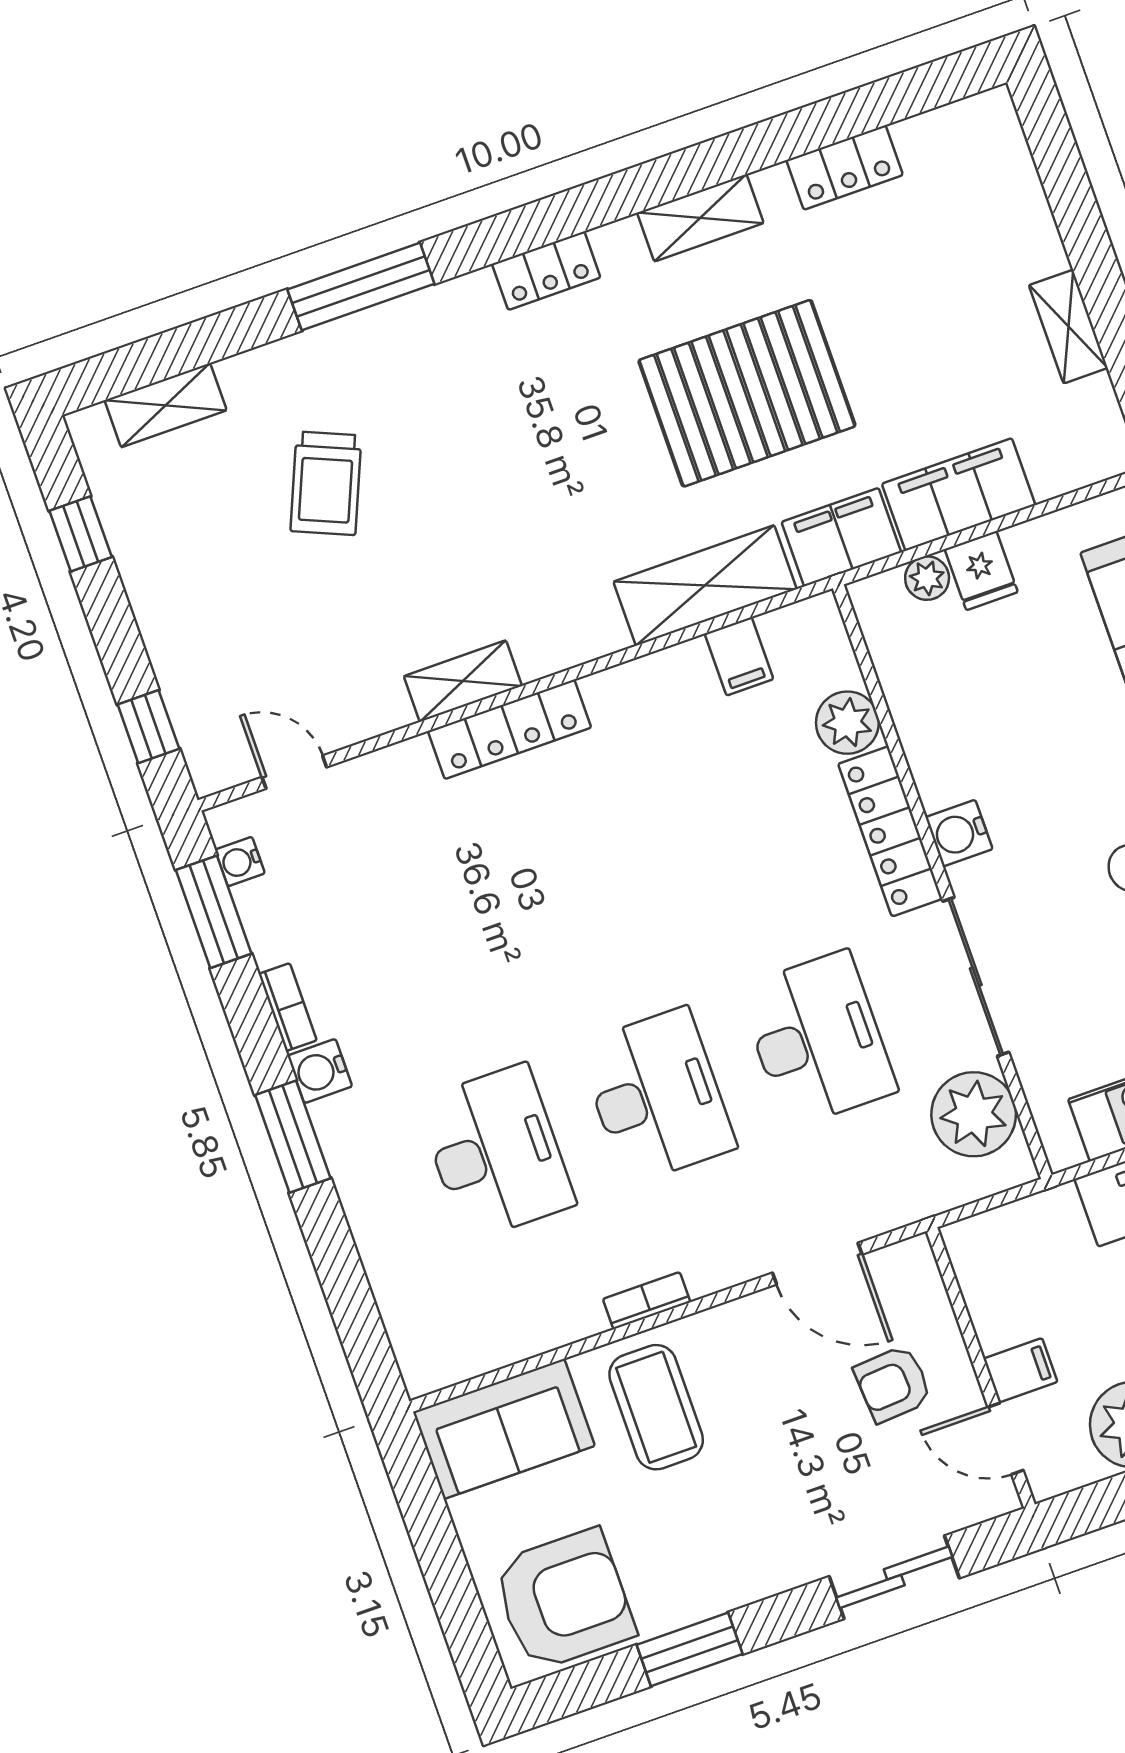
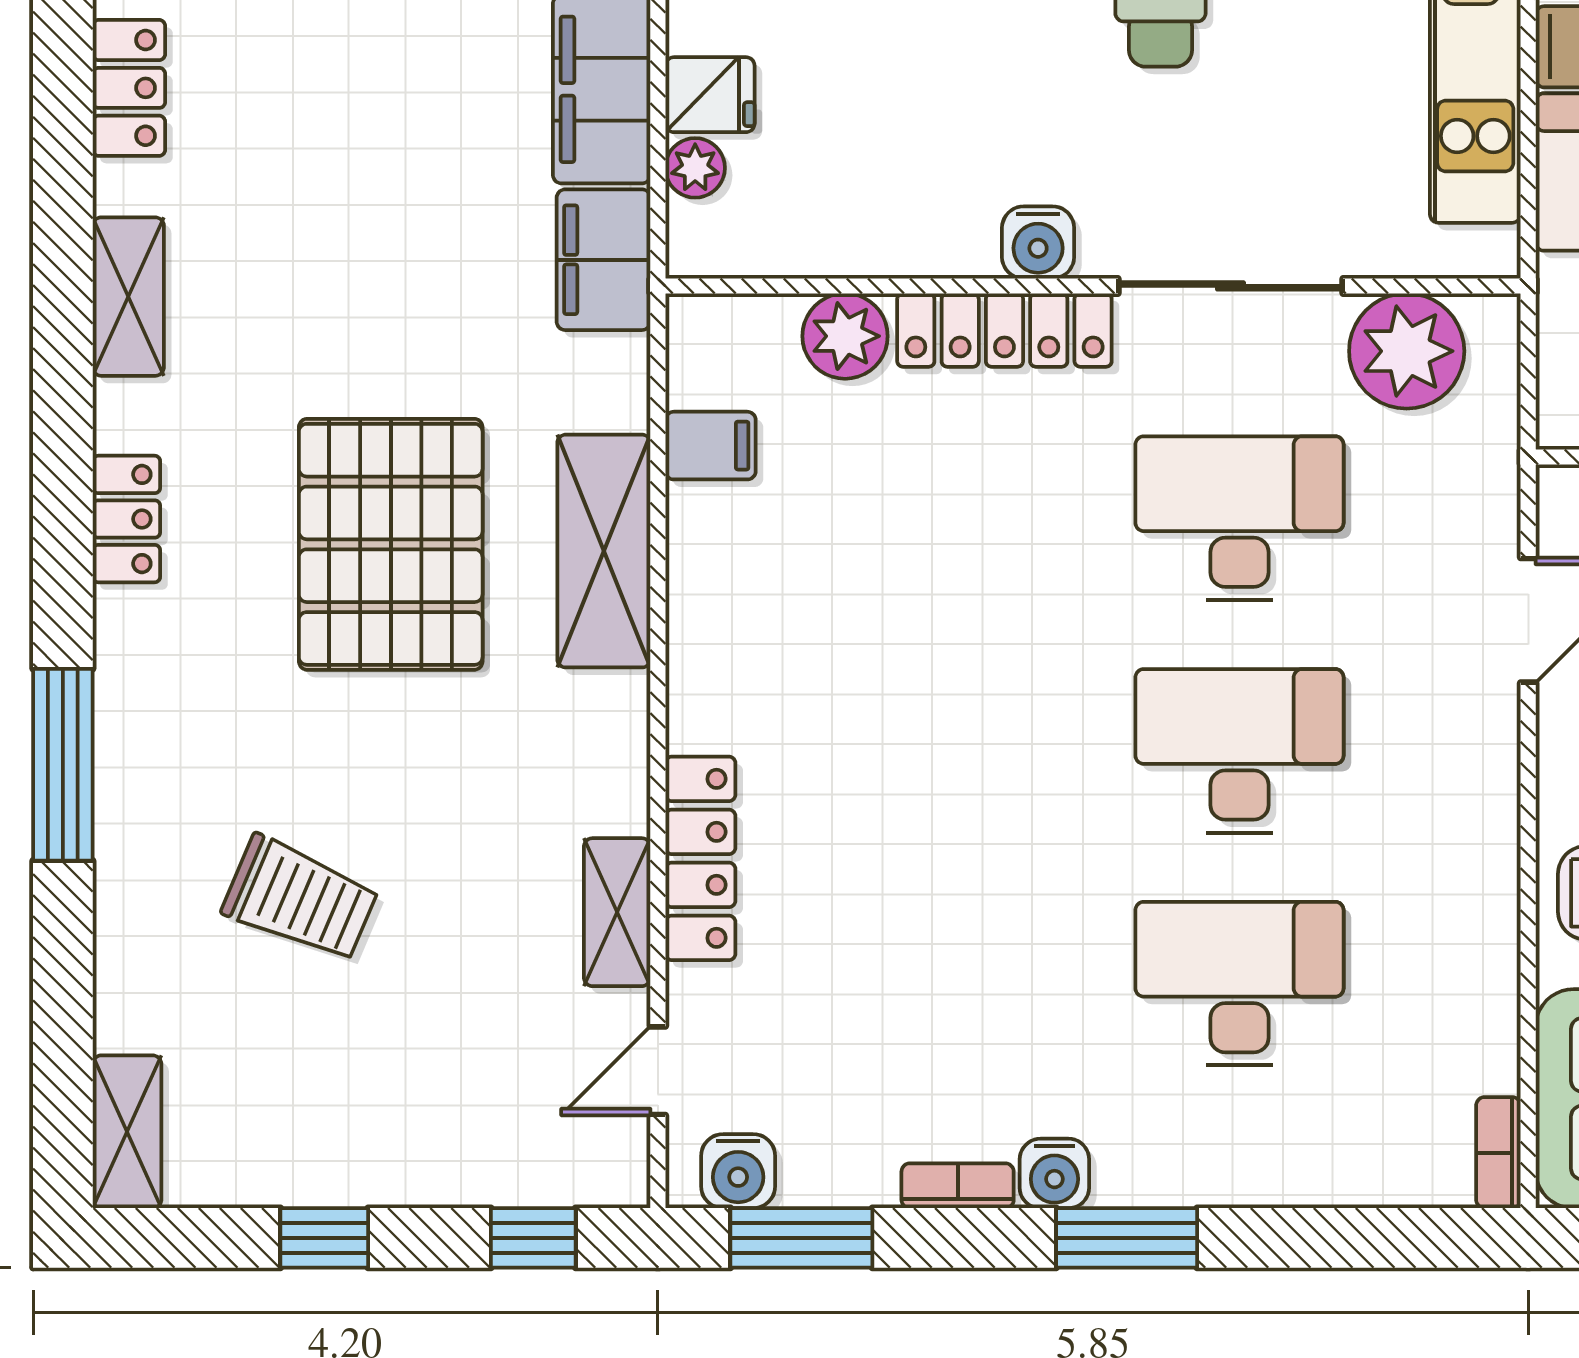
pallet: (747, 393) -> (391, 544), moved
shelving: (166, 405) -> (127, 1132), moved
window: (81, 534) -> (324, 1238), moved
shelving: (705, 585) -> (604, 551), moved
shelving: (463, 681) -> (617, 912), moved
locker: (510, 729) -> (700, 858), moved
water cooler: (240, 862) -> (738, 1171), width x1.38, depth x1.38
bookcase: (647, 1301) -> (1498, 1153), moved

